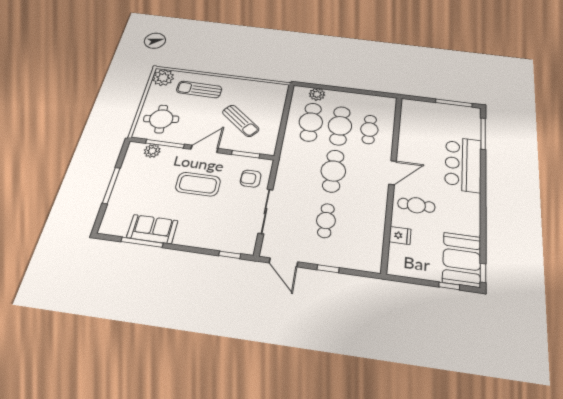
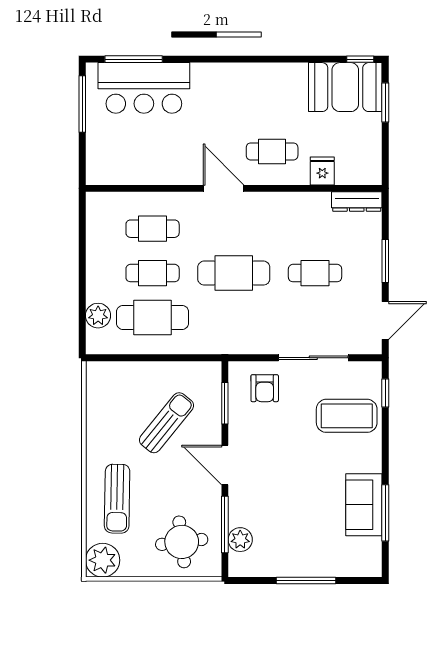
cafe table: (340, 126) -> (153, 273), width x0.73, depth x0.74
bar counter: (463, 164) -> (144, 88), moved
coffee table: (198, 184) -> (347, 416), moved, turned 90
cafe table: (416, 205) -> (272, 151), turned 90
dresser: (375, 255) -> (357, 202), added
window: (328, 269) -> (385, 261), width x1.50
window: (449, 286) -> (385, 103), width x1.50

